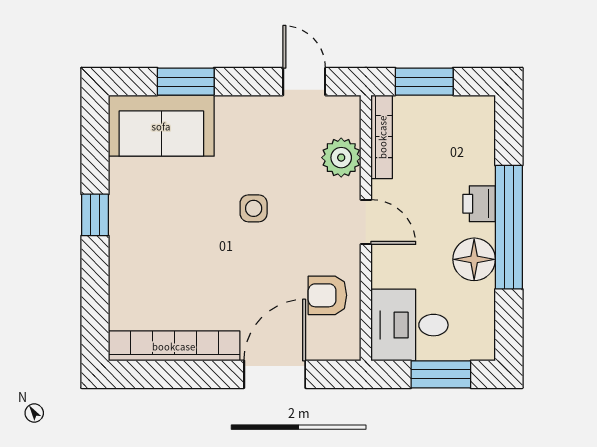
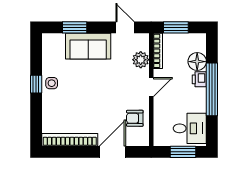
sofa: (161, 126) -> (88, 46), moved
side table: (254, 208) -> (52, 83), moved
door: (366, 222) -> (151, 87), hinge flipped
floor lamp: (474, 259) -> (197, 62), moved
desk: (410, 325) -> (190, 128), moved, turned 180

